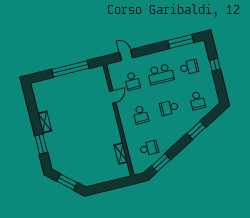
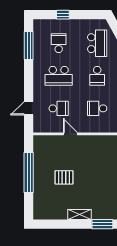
school desk: (161, 74) -> (59, 76), turned 90
pallet: (74, 101) -> (64, 177), added
school desk: (197, 101) -> (97, 43), width x1.85
school desk: (141, 115) -> (97, 108), turned 180

